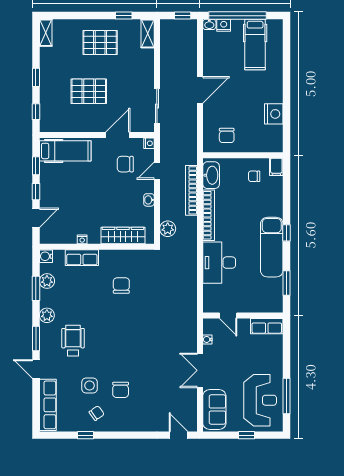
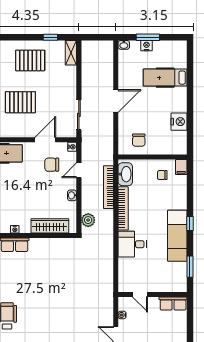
window: (183, 16) -> (101, 37), removed
window: (237, 16) -> (148, 37), width x0.47
nightstand: (224, 25) -> (146, 46), moved
hospital bed: (255, 44) -> (165, 78), moved, turned 90
desk: (219, 263) -> (132, 244), width x0.73
chair: (121, 285) -> (48, 269), removed

